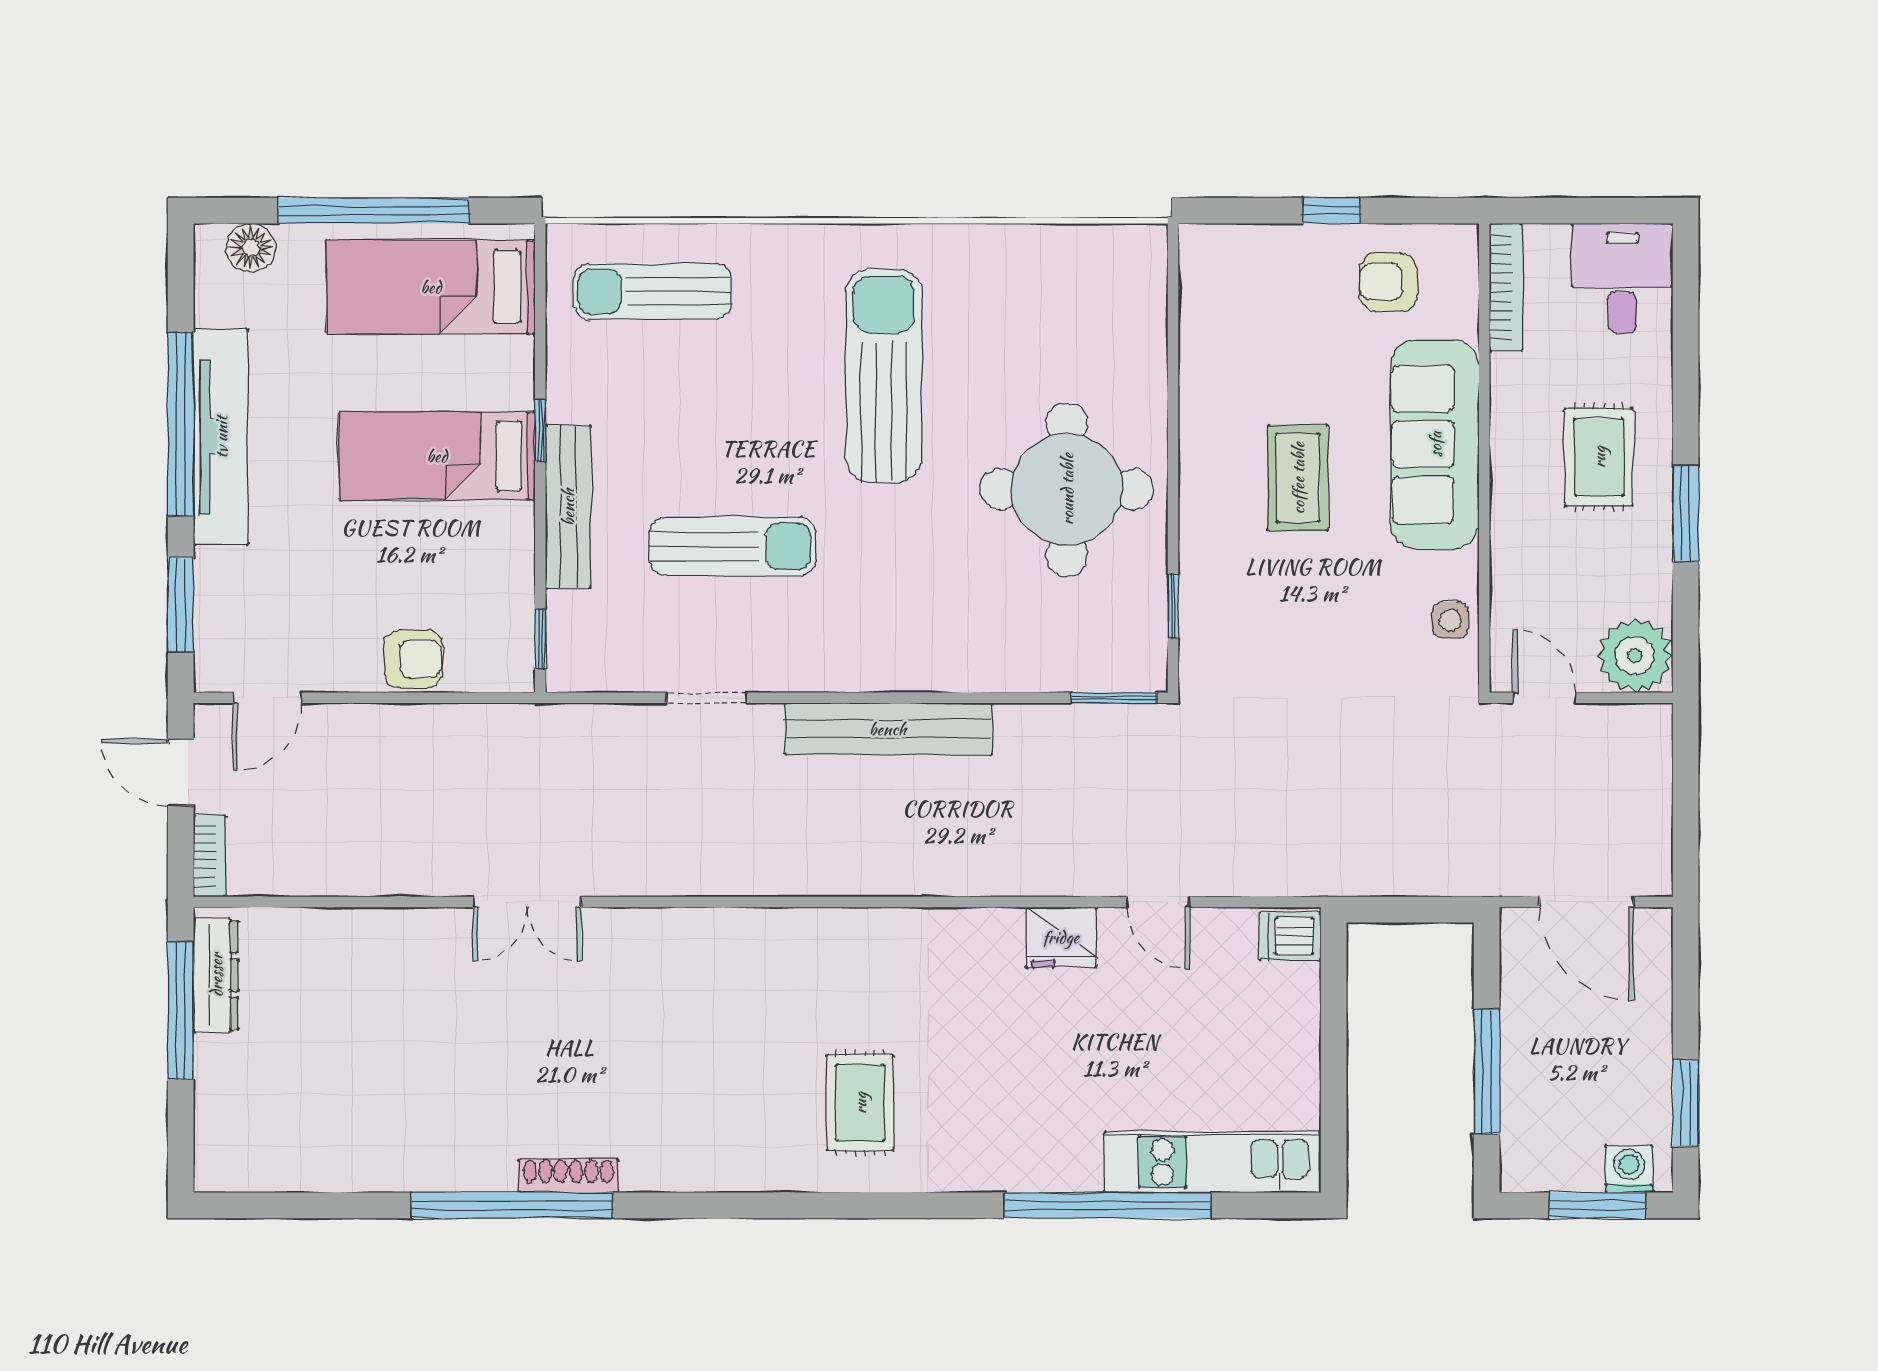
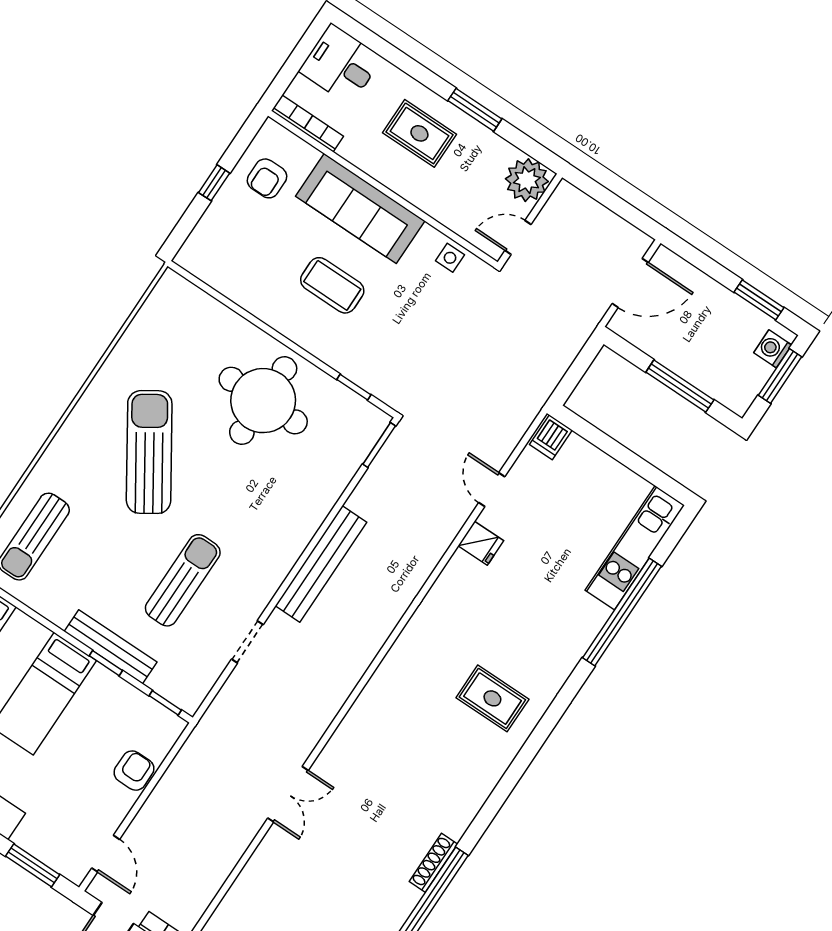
sun lounger: (884, 375) -> (149, 452), turned 57
window: (540, 430) -> (106, 663), moved
door: (1158, 902) -> (492, 490), swing flipped
fridge: (1061, 937) -> (481, 543), width x0.72

